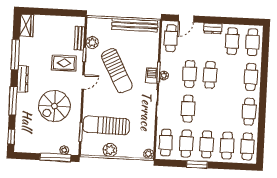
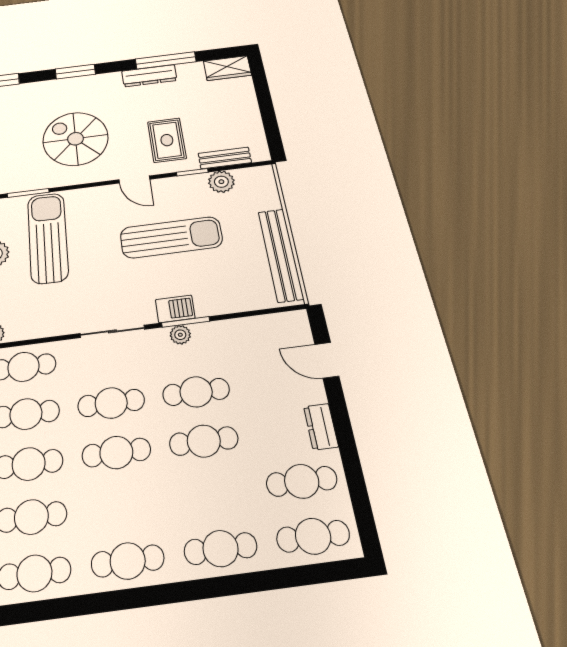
cafe table: (171, 38) -> (116, 452), moved
sun lounger: (117, 71) -> (171, 237), turned -152
dresser: (23, 79) -> (149, 76), moved
window: (13, 101) -> (75, 72), width x0.69

